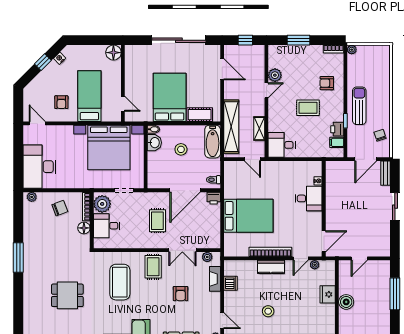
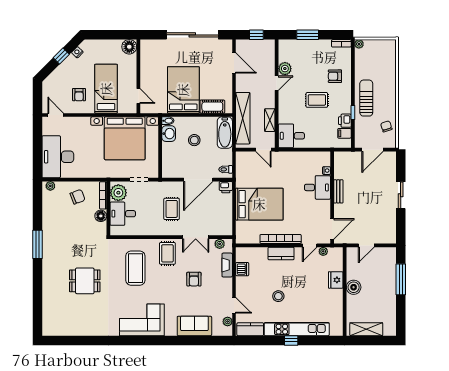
bench: (385, 173) -> (338, 191), moved

